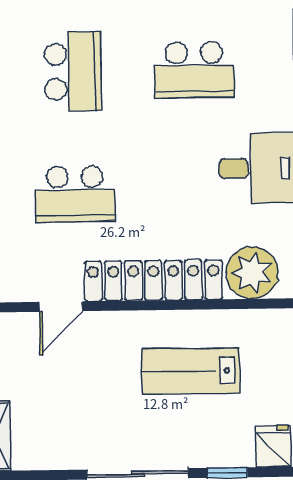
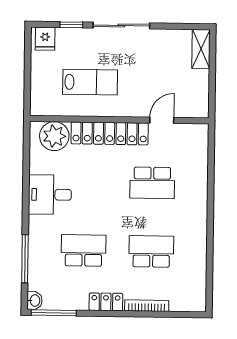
school desk: (73, 72) -> (151, 251), turned 90
school desk: (75, 194) -> (152, 183), turned 180

